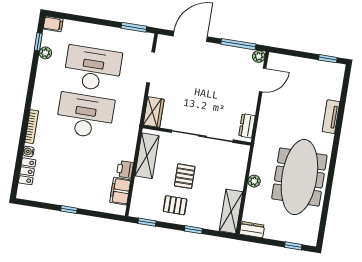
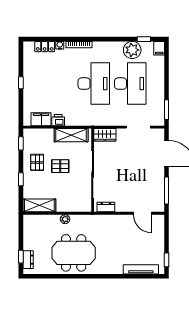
plant: (45, 53) -> (132, 50), width x1.87, depth x1.87
plant: (259, 56) -> (160, 207), removed
tv unit: (331, 117) -> (141, 269), moved, width x1.41
meeting table: (299, 177) -> (74, 253), width x0.73
dresser: (252, 230) -> (28, 260), moved

